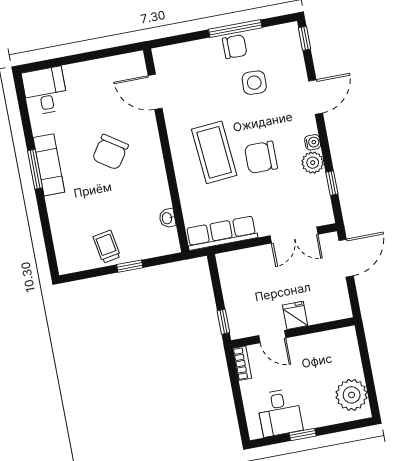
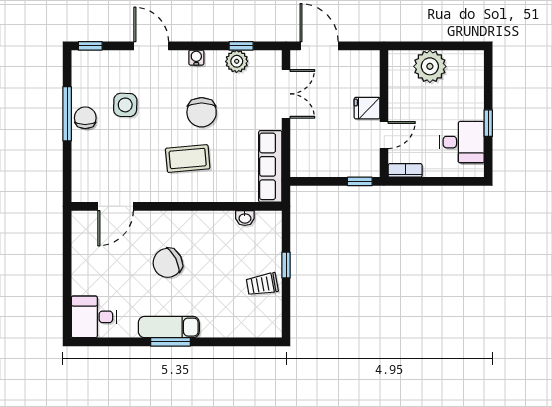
chair: (110, 152) -> (168, 263), turned 119
coffee table: (214, 152) -> (188, 159), width x0.73, depth x0.76
plant: (313, 163) -> (237, 61), moved
plant: (352, 395) -> (430, 66), moved

